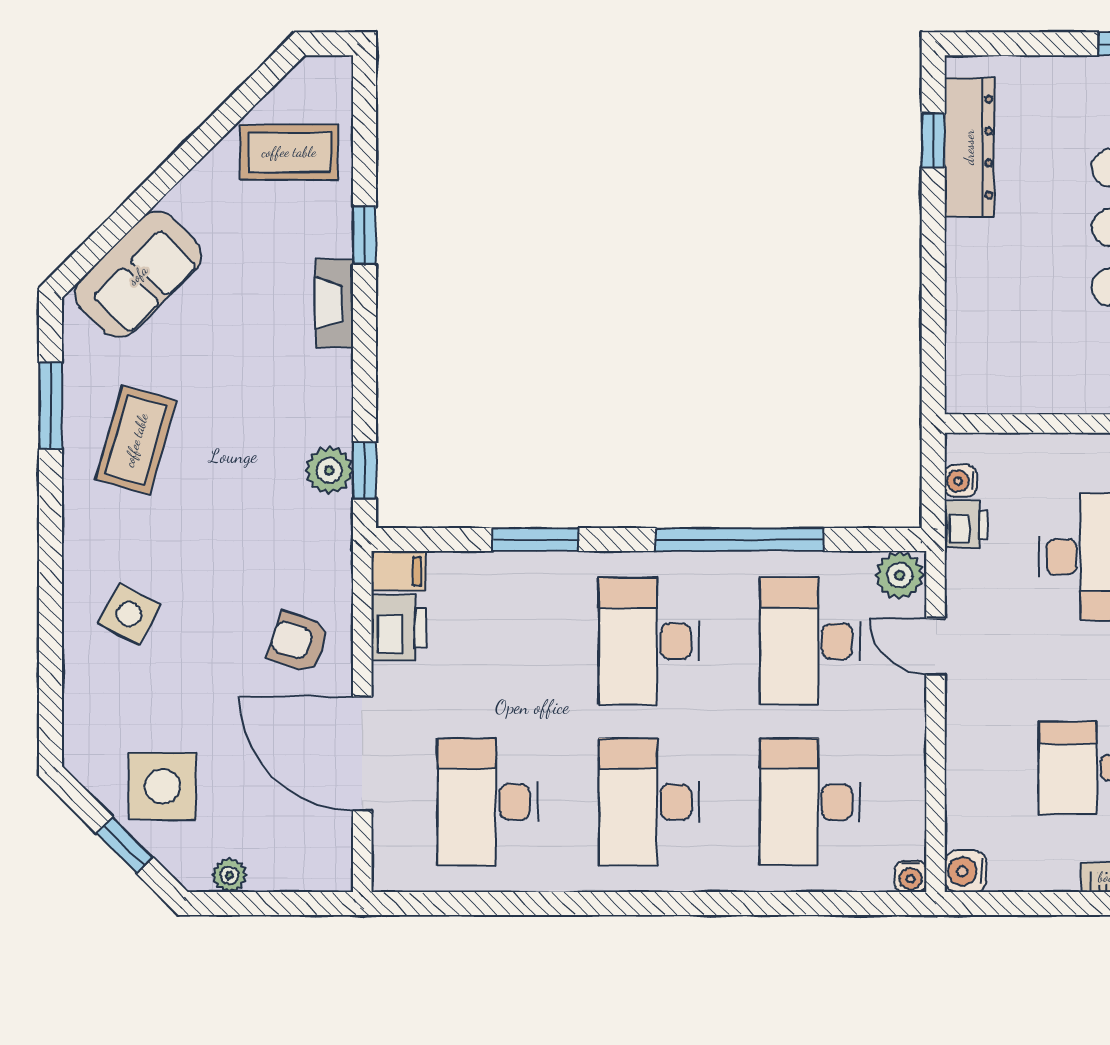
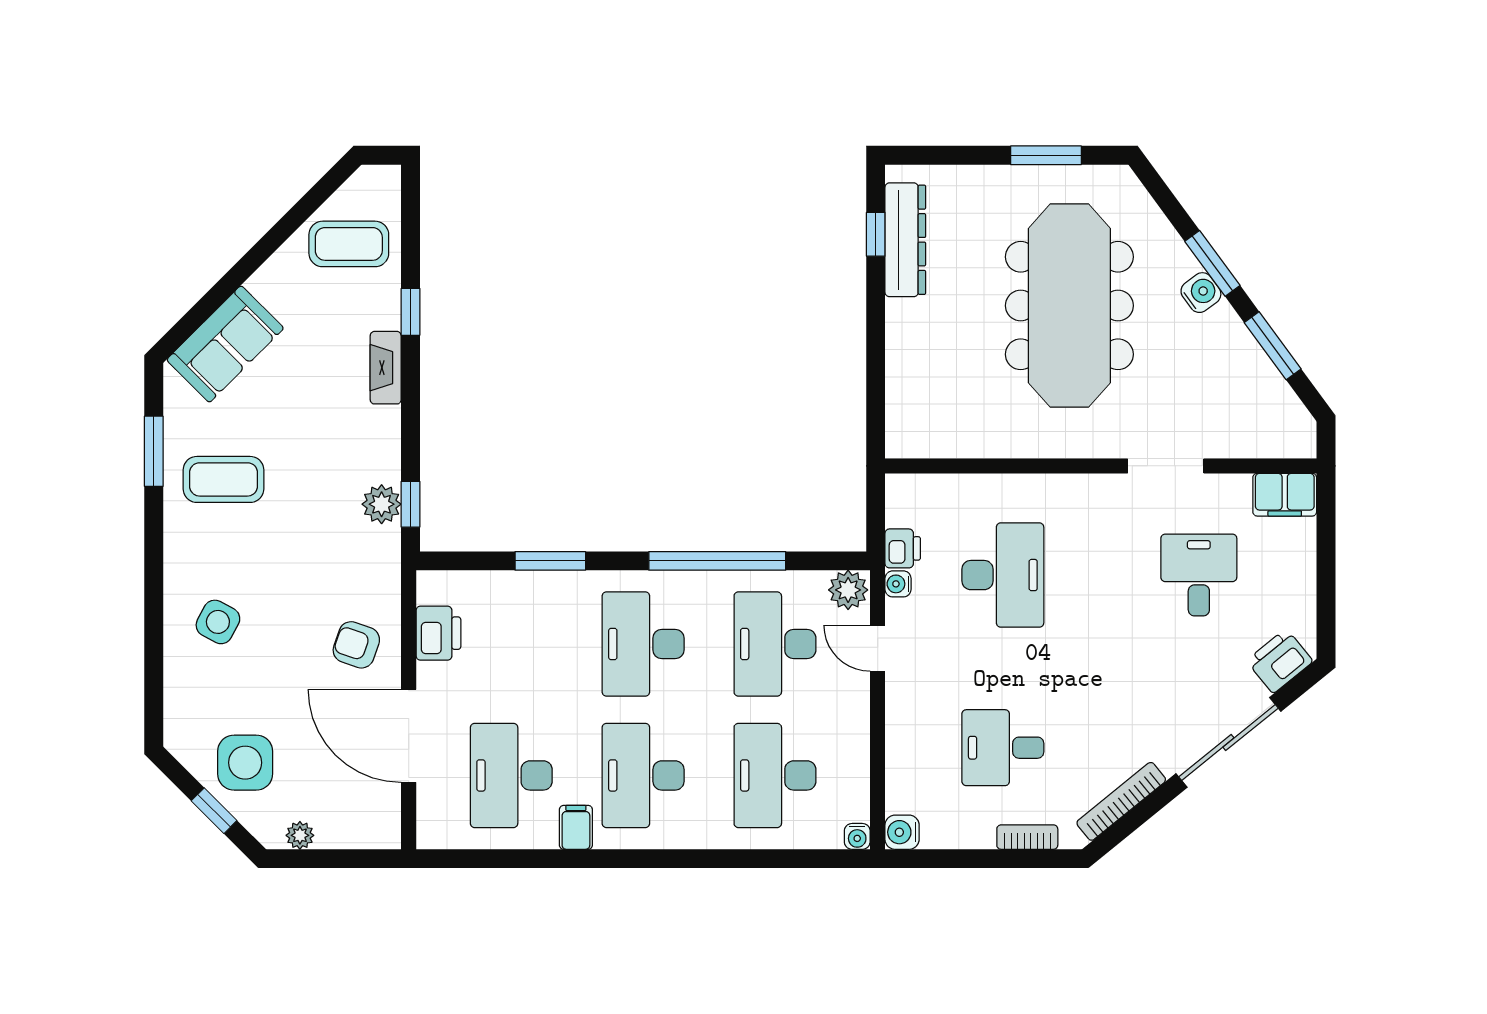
coffee table: (136, 440) -> (224, 479), turned 74
water cooler: (961, 481) -> (898, 584), moved
filing cabinet: (398, 571) -> (576, 827), moved, turned -90

